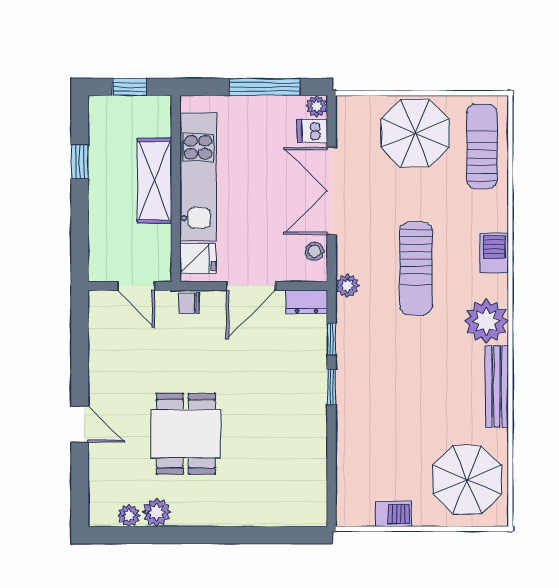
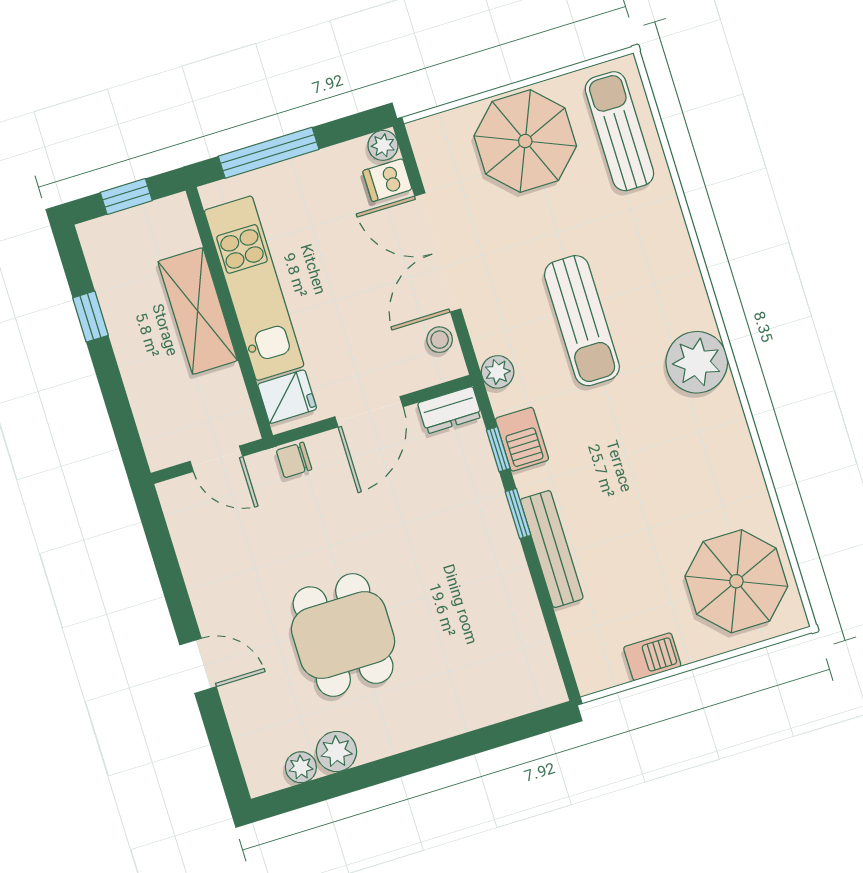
window: (264, 87) -> (269, 153), moved
barbecue: (494, 253) -> (522, 439), moved, turned 180
bench: (497, 386) -> (552, 549), moved

